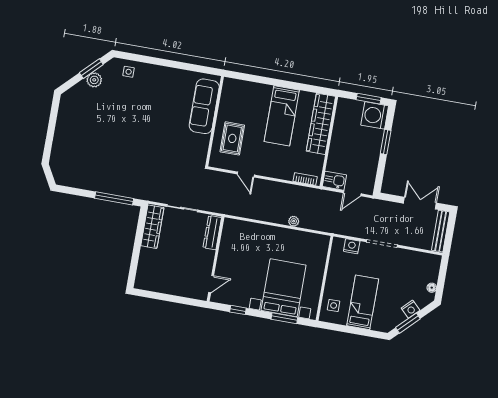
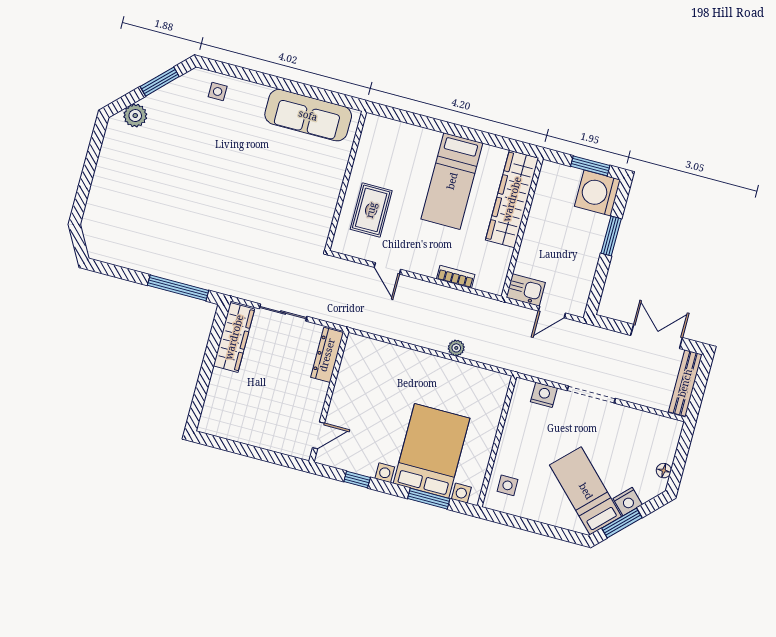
plant: (94, 80) -> (135, 116), moved
sofa: (204, 106) -> (308, 115), moved, turned -90
bookcase: (305, 179) -> (456, 277), moved
bed: (363, 302) -> (586, 491), moved, turned -45

